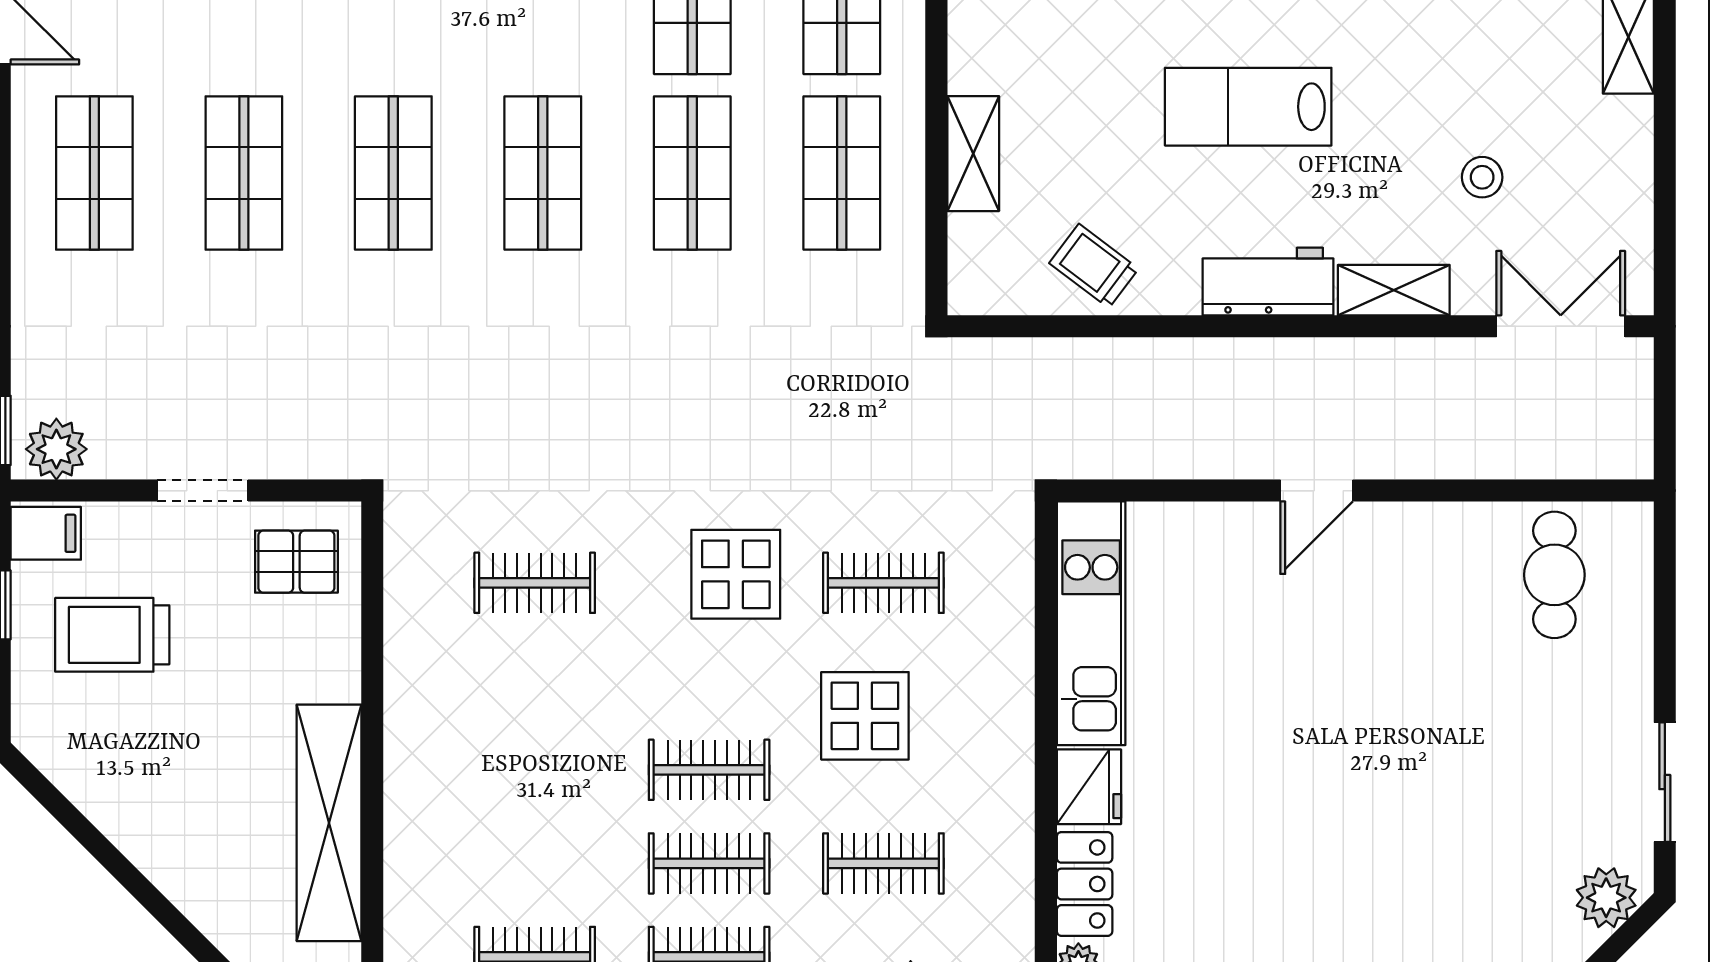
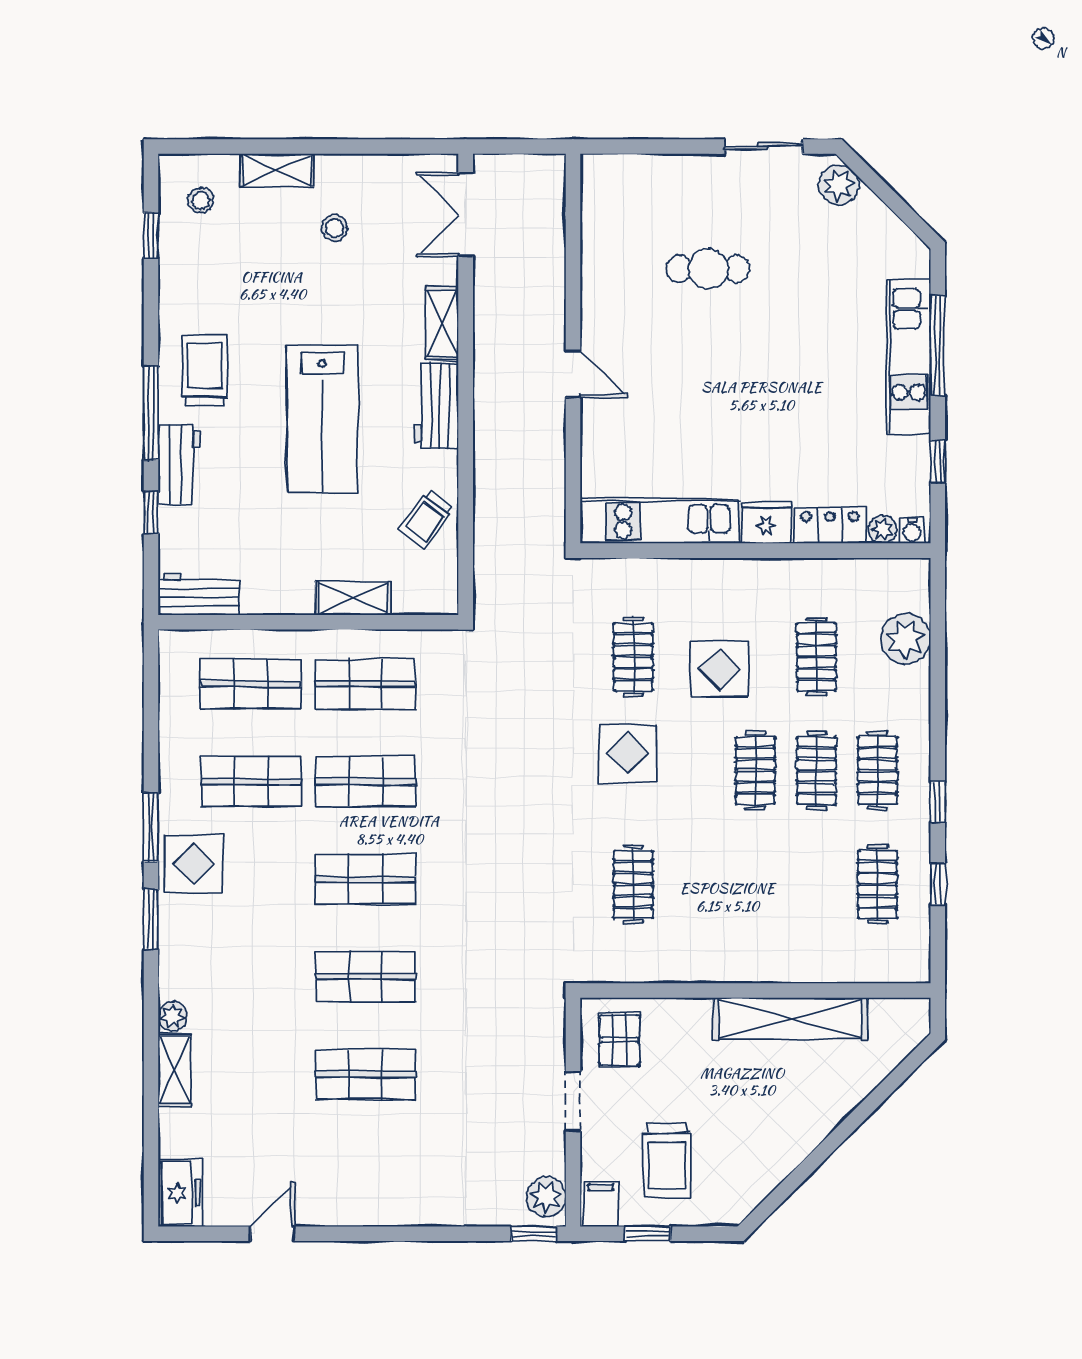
lab bench: (1248, 107) -> (322, 419), width x1.36, depth x1.39
shop shelf: (94, 173) -> (366, 1172), removed
stool: (1482, 177) -> (335, 228), moved
cafe table: (1554, 575) -> (708, 269), moved

